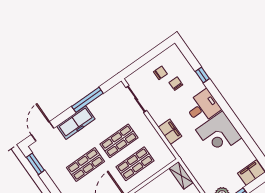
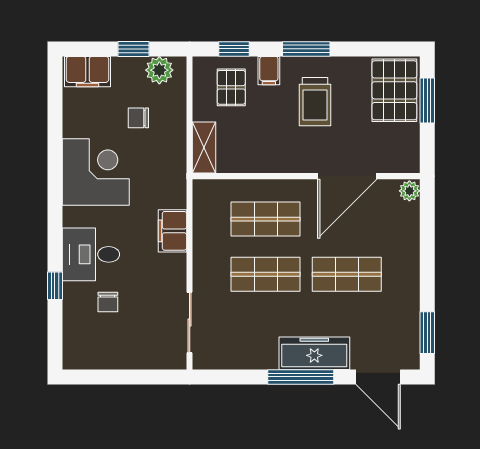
chair: (160, 73) -> (138, 118), moved
window: (87, 100) -> (301, 377), moved
desk: (203, 107) -> (91, 254), moved
door: (43, 131) -> (378, 377), hinge flipped

